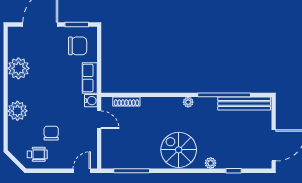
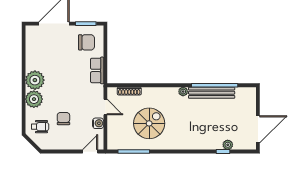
plant: (18, 68) -> (35, 80), moved
water cooler: (91, 101) -> (98, 123), moved
bench: (244, 103) -> (212, 93), moved
spiral stairs: (179, 150) -> (149, 123), moved, turned 90
wheelchair: (37, 154) -> (40, 127), moved
plant: (211, 163) -> (228, 145), moved

